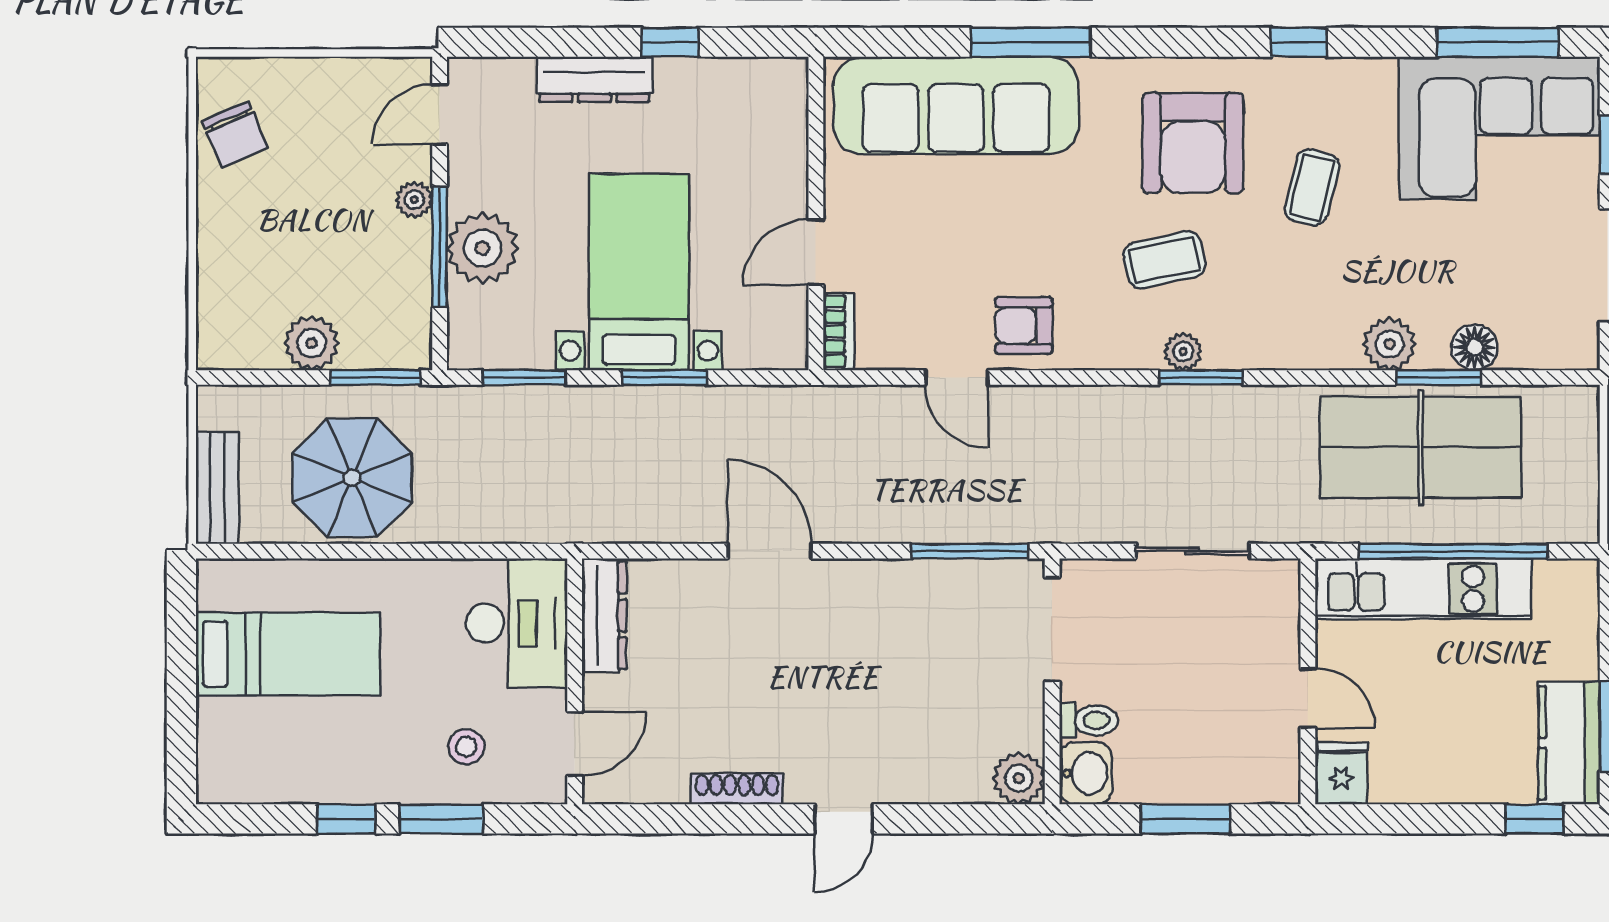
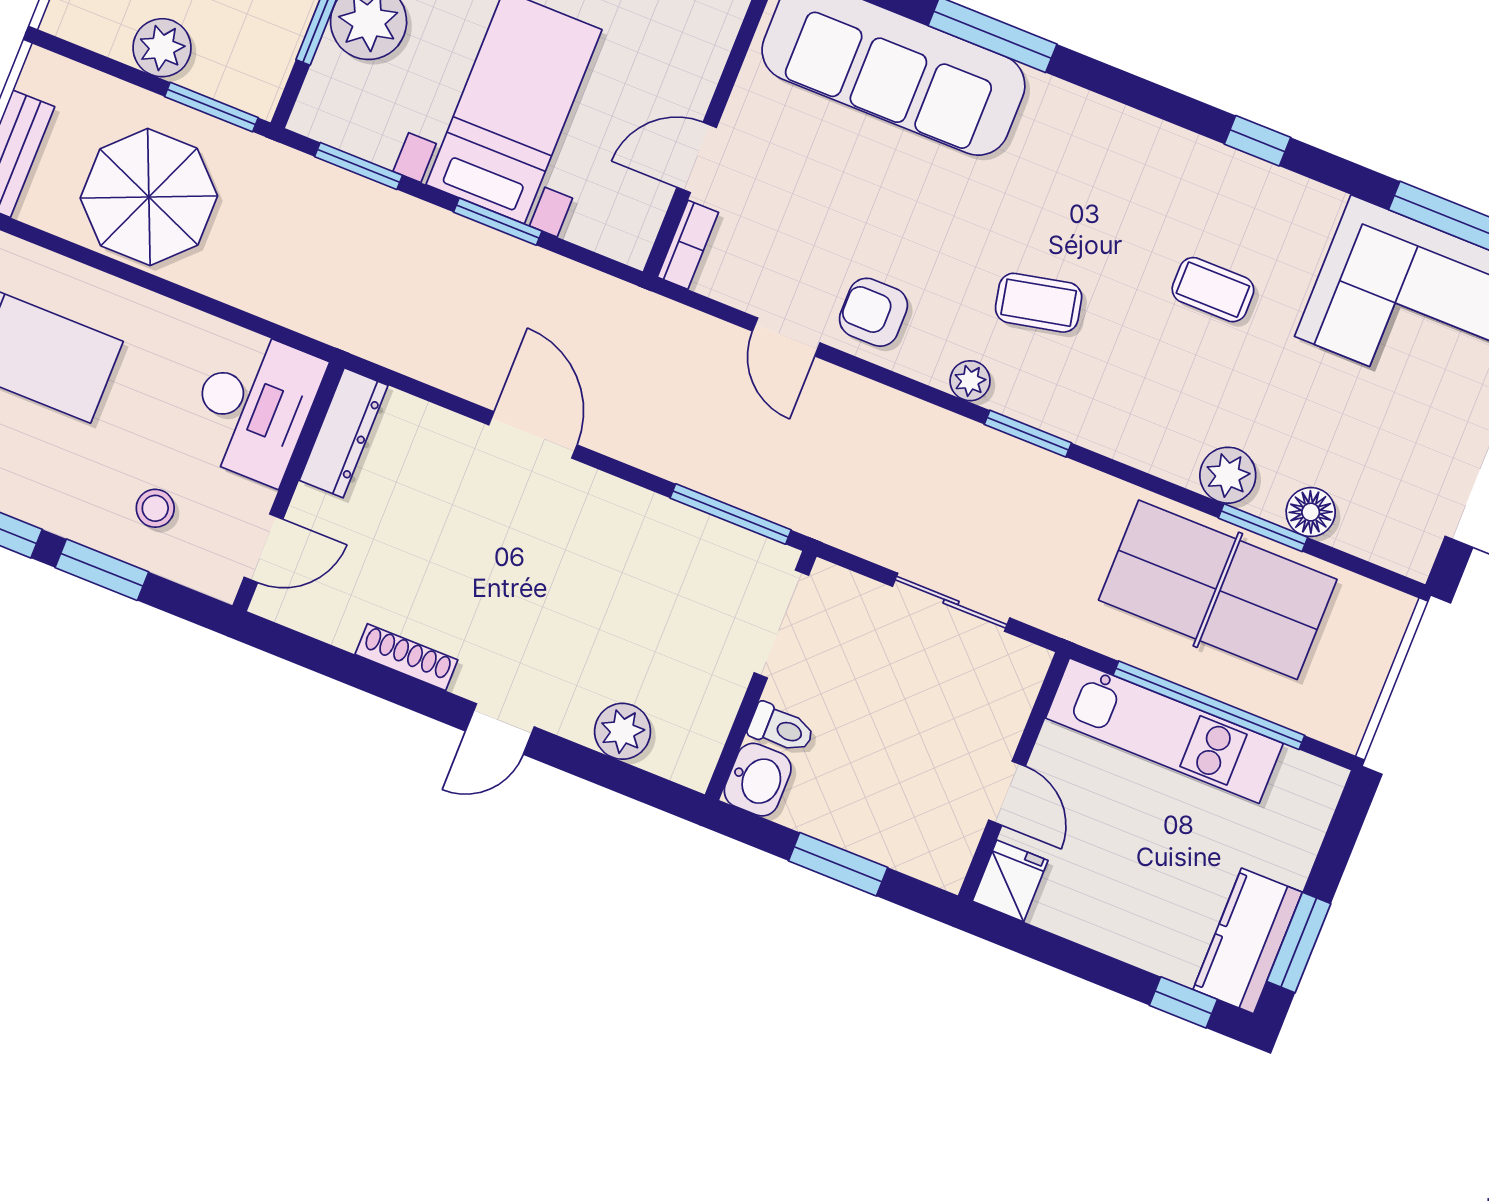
armchair: (1193, 143) -> (1113, 199), removed
coffee table: (1312, 187) -> (1213, 290), turned 76
plant: (1183, 352) -> (970, 381), moved
plant: (1019, 778) -> (623, 731), moved

